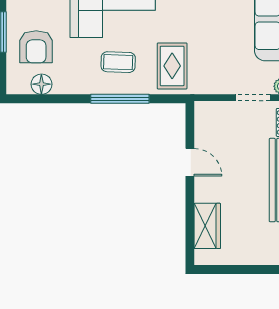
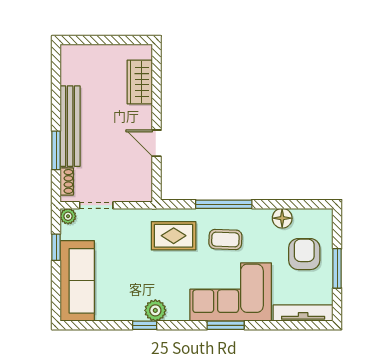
rug: (172, 66) -> (174, 236), turned 90
floor lamp: (41, 84) -> (282, 218), moved

